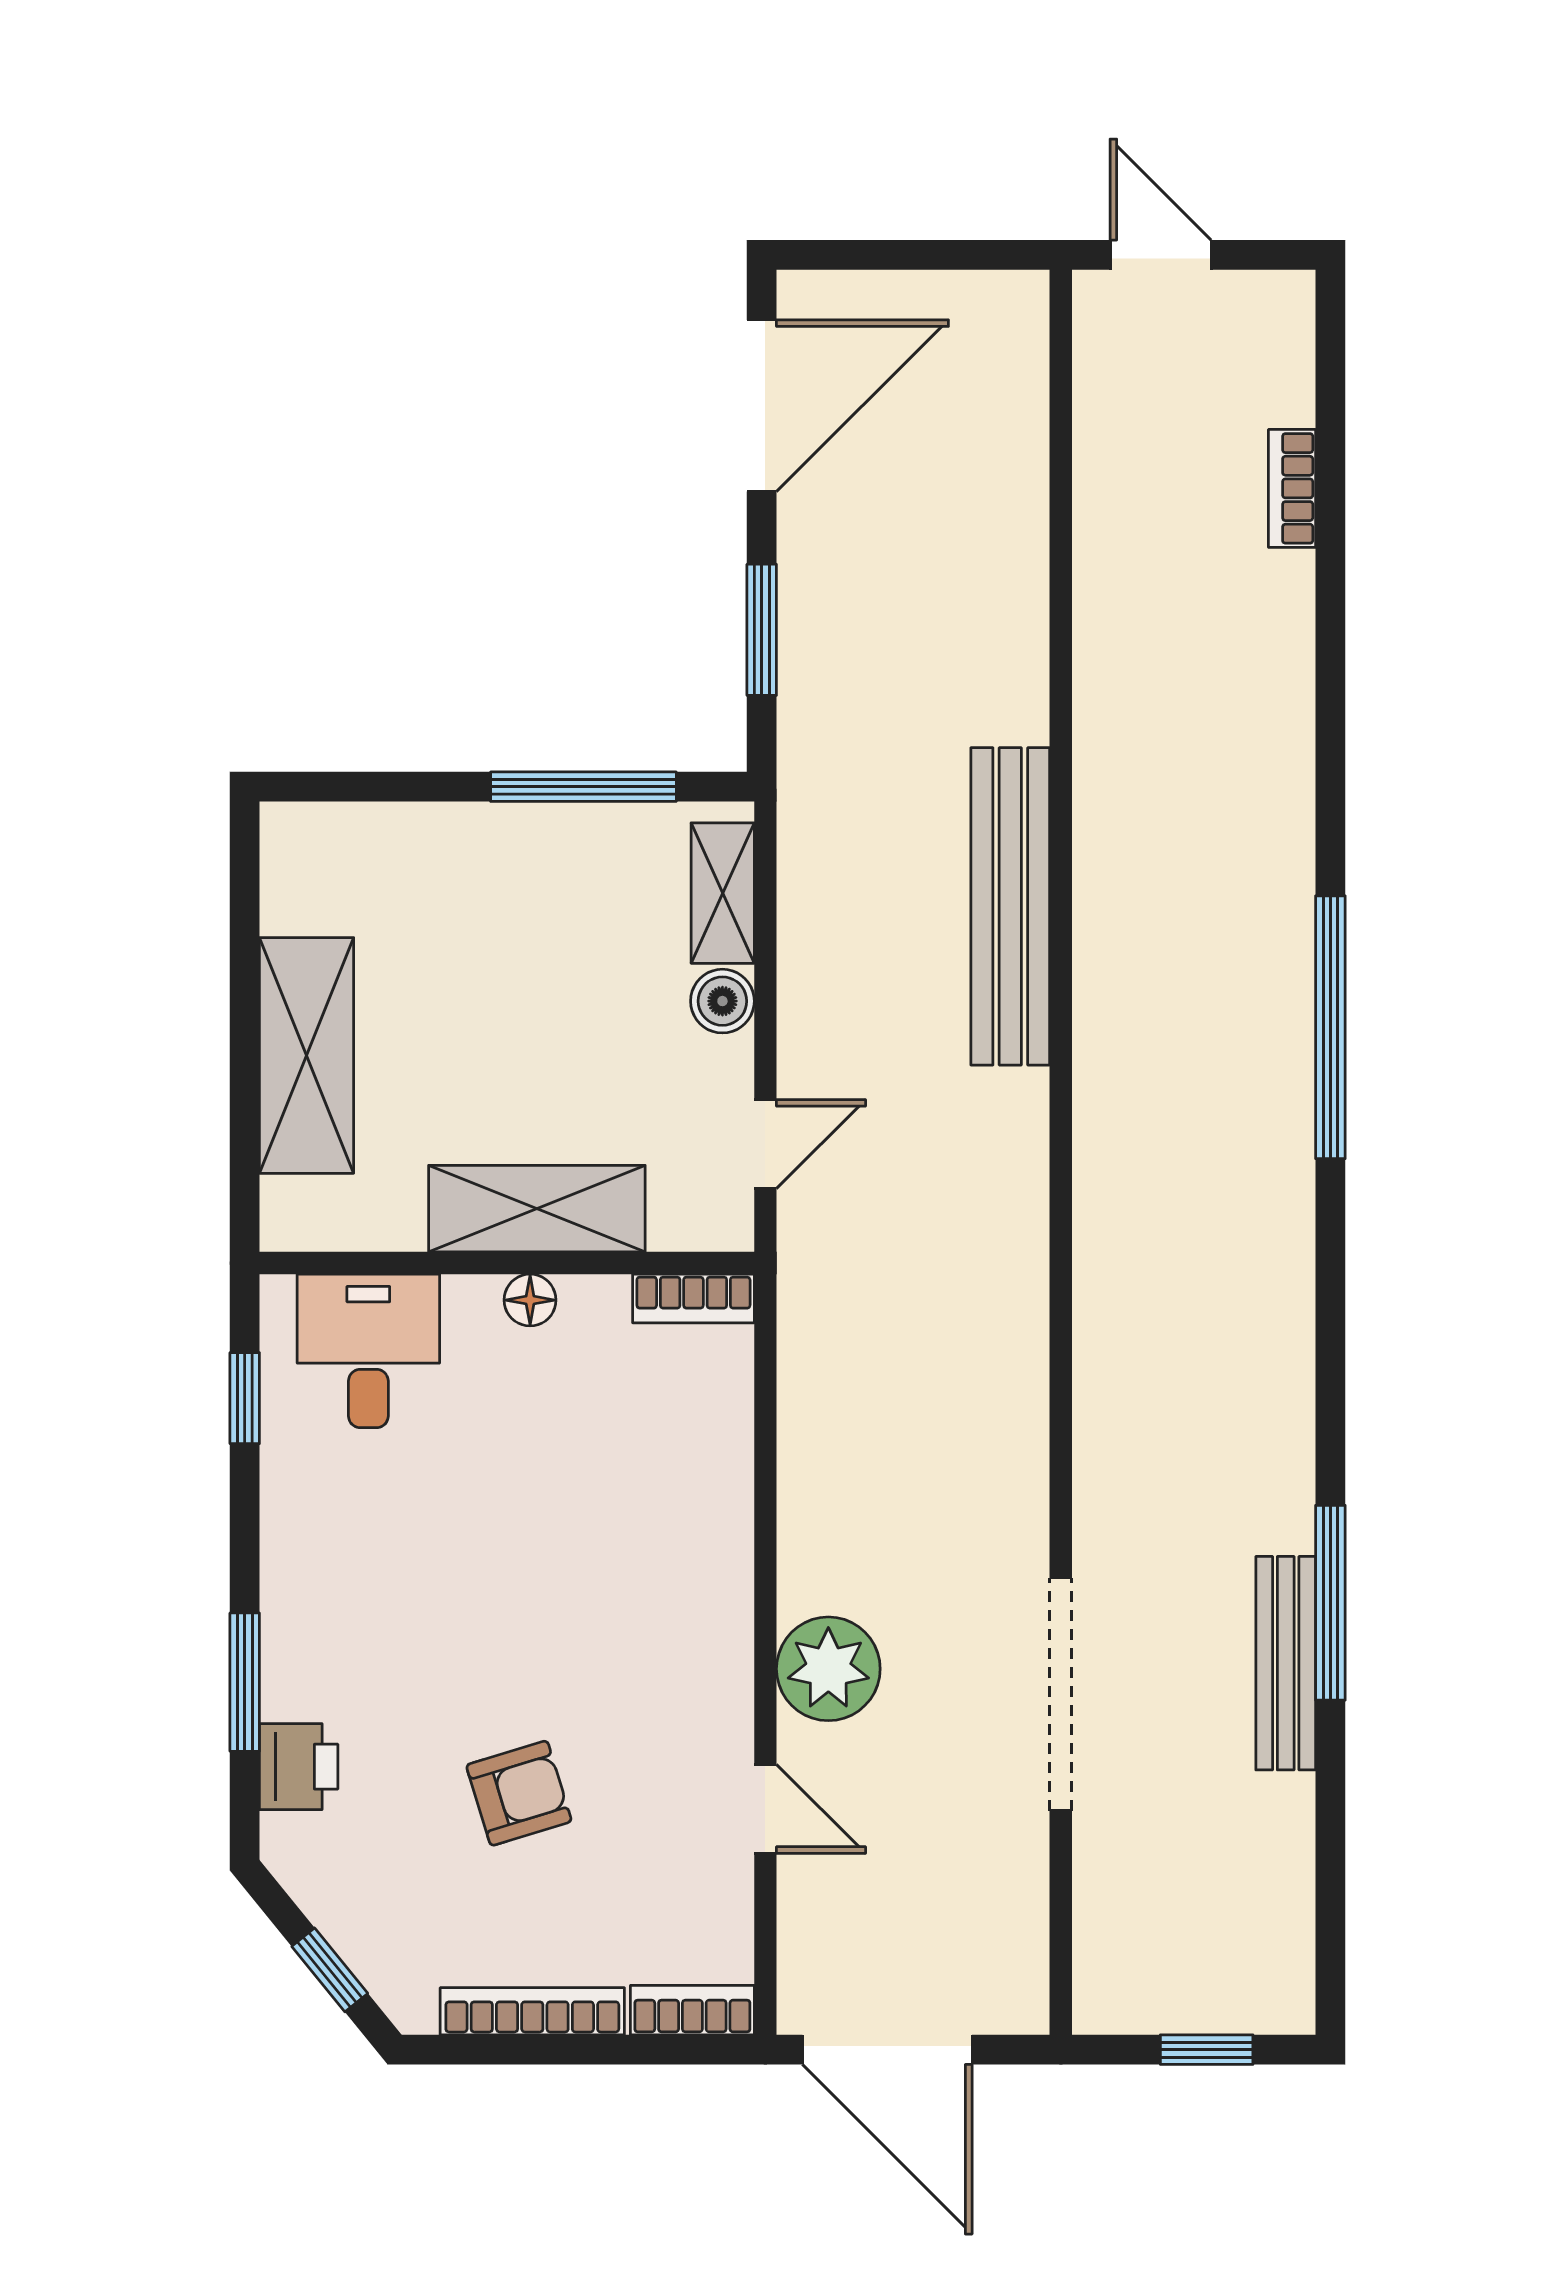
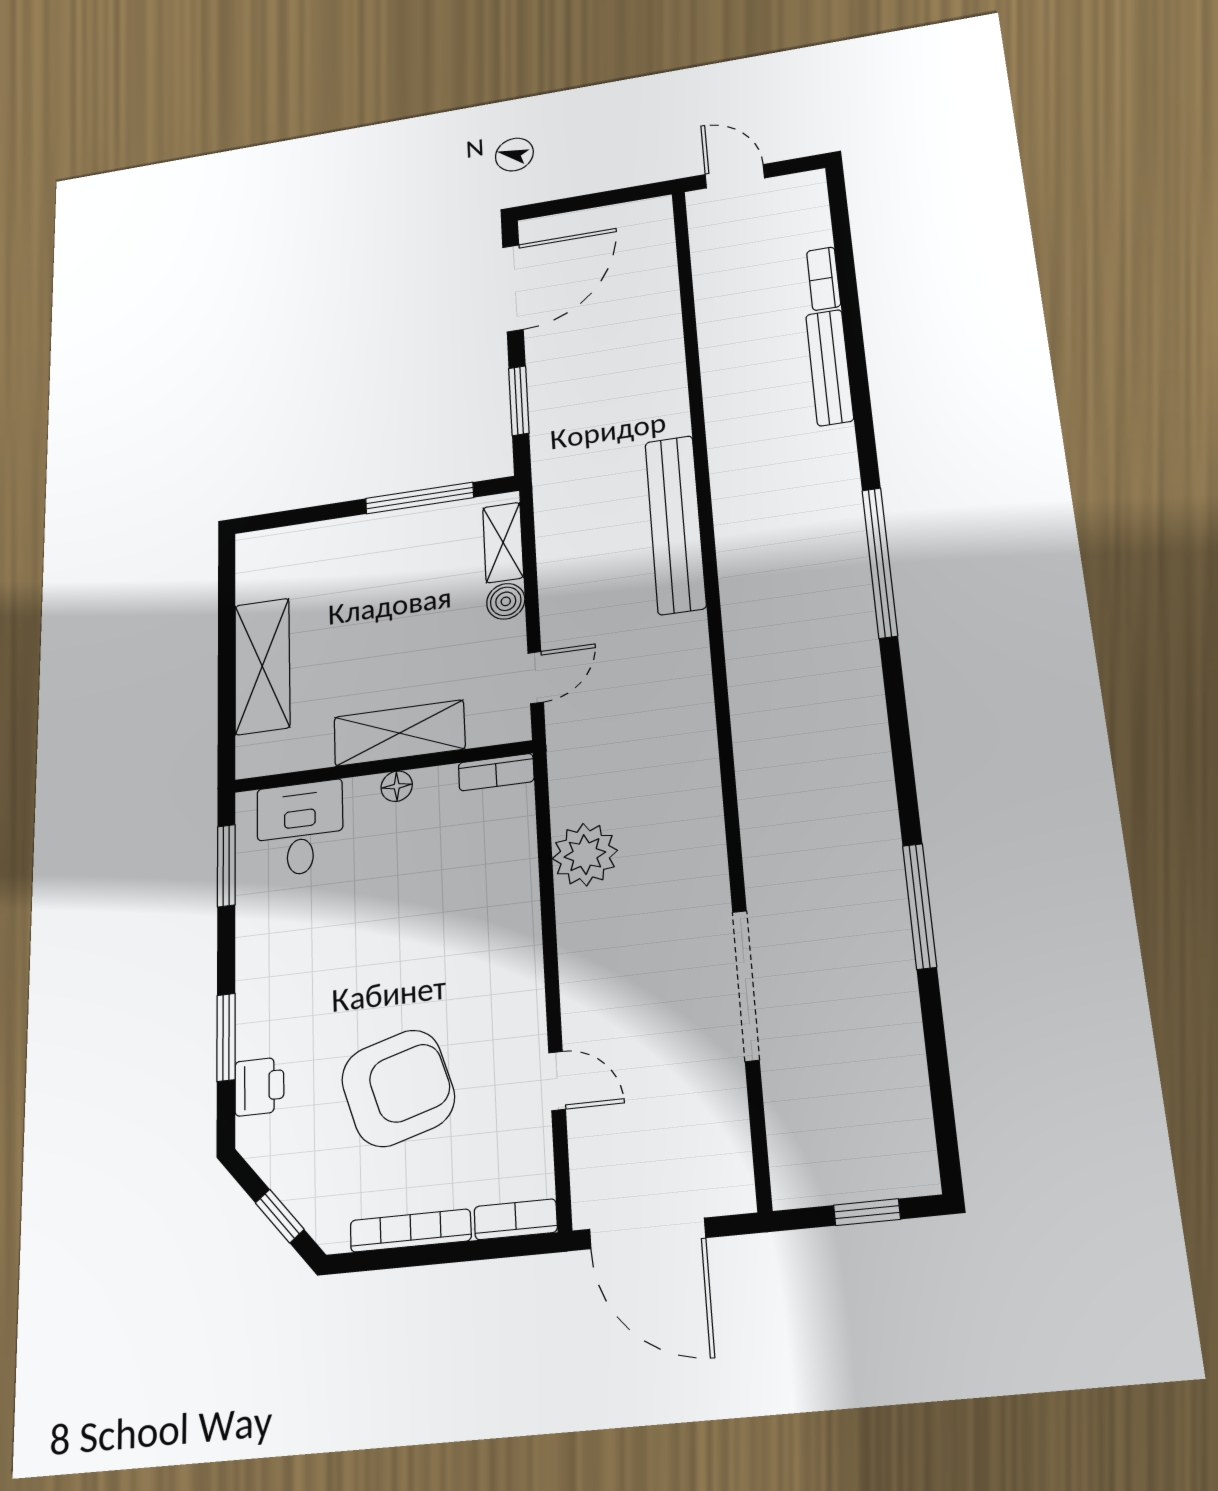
window: (245, 1398) -> (226, 866), width x1.50
bench: (1286, 1663) -> (830, 367), moved
plant: (828, 1669) -> (585, 855), moved
armchair: (519, 1793) -> (398, 1088), width x1.88, depth x1.88

